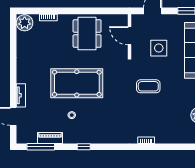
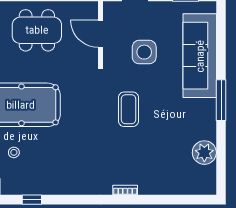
dining table: (87, 34) -> (37, 30), turned 90
coffee table: (148, 86) -> (128, 109), turned 90

